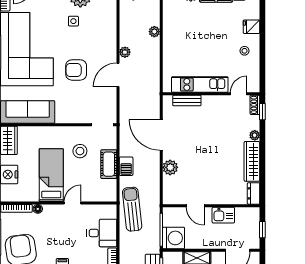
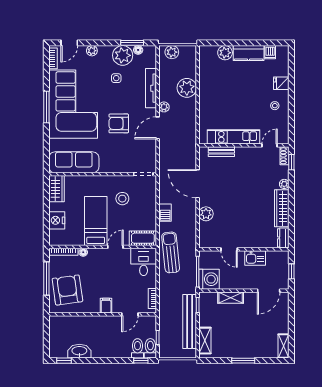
tv unit: (111, 32) -> (151, 88), added
plant: (154, 32) -> (187, 88), width x1.87, depth x1.87
cot: (109, 164) -> (143, 238), moved, turned 90
desk: (102, 233) -> (144, 262), moved, turned -90

